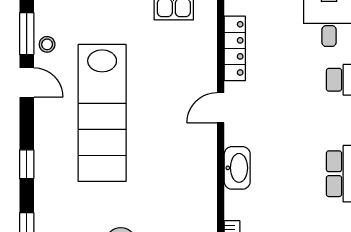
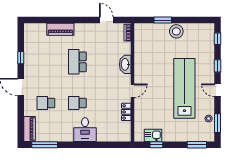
locker: (235, 48) -> (126, 112), width x0.66
door: (27, 82) -> (218, 90), moved

